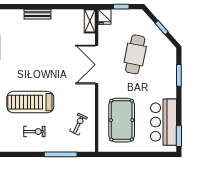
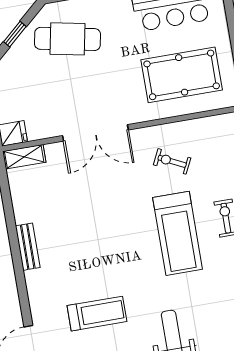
cafe table: (135, 54) -> (67, 39), moved
exercise bike: (79, 124) -> (172, 161), moved

